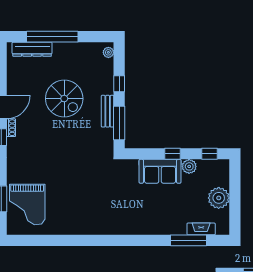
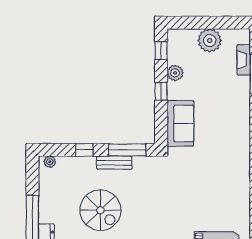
spiral stairs: (64, 99) -> (100, 210), turned 90
sofa: (160, 171) -> (180, 123), moved

